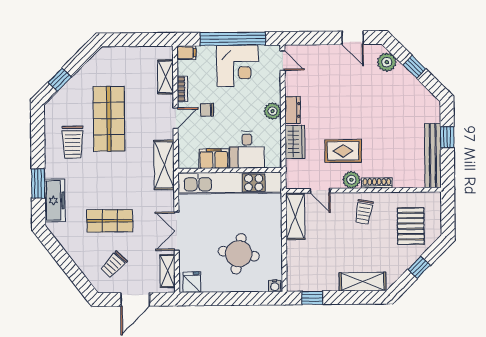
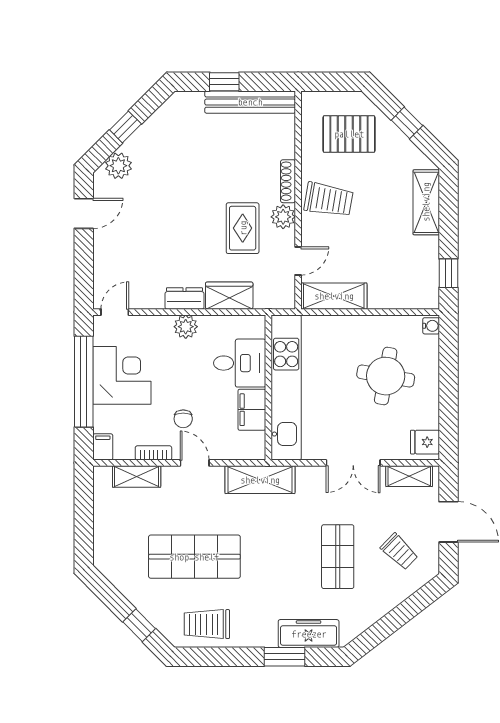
trolley: (73, 142) -> (207, 624), moved, turned 180
trolley: (364, 212) -> (328, 200), width x1.36, depth x1.39

